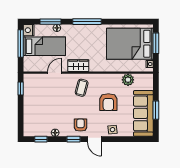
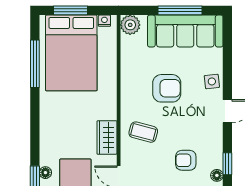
window: (87, 22) -> (35, 64), moved
plant: (128, 80) -> (130, 25), moved
window: (156, 110) -> (180, 10), width x1.44
armchair: (80, 125) -> (186, 160), moved
window: (73, 139) -> (227, 164), moved

